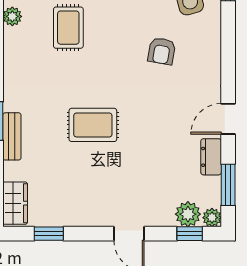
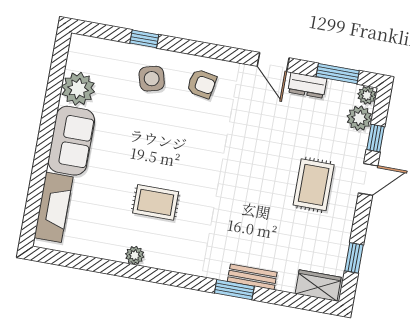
armchair: (162, 51) -> (202, 84), moved
rug: (93, 125) -> (314, 185), moved
window: (190, 234) -> (376, 138), moved

